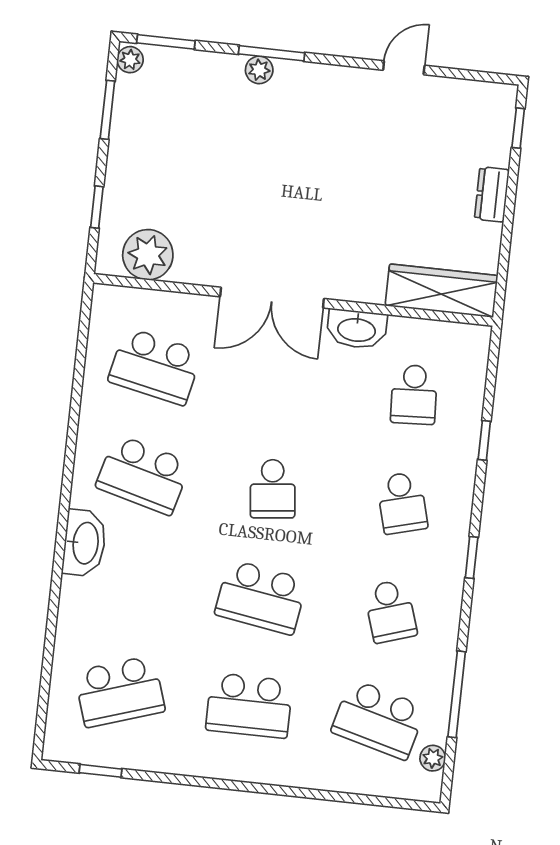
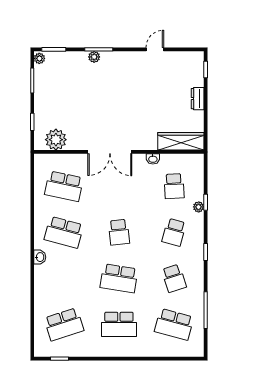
washbasin: (357, 329) -> (153, 159), width x0.52, depth x0.69
school desk: (402, 503) -> (174, 232), turned 30
washbasin: (84, 543) -> (40, 257), width x0.52, depth x0.69
plant: (433, 758) -> (199, 207), moved

